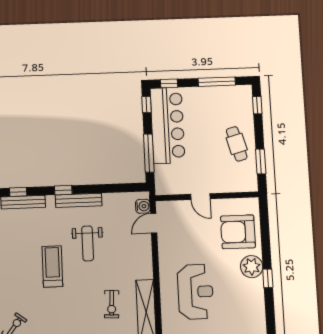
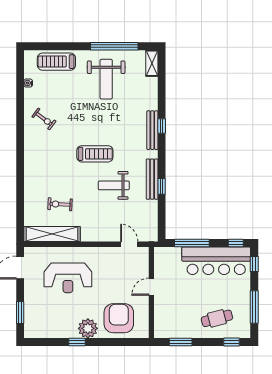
cafe table: (237, 144) -> (217, 318), moved
window: (63, 190) -> (162, 186), moved
water cooler: (143, 206) -> (145, 235), removed

